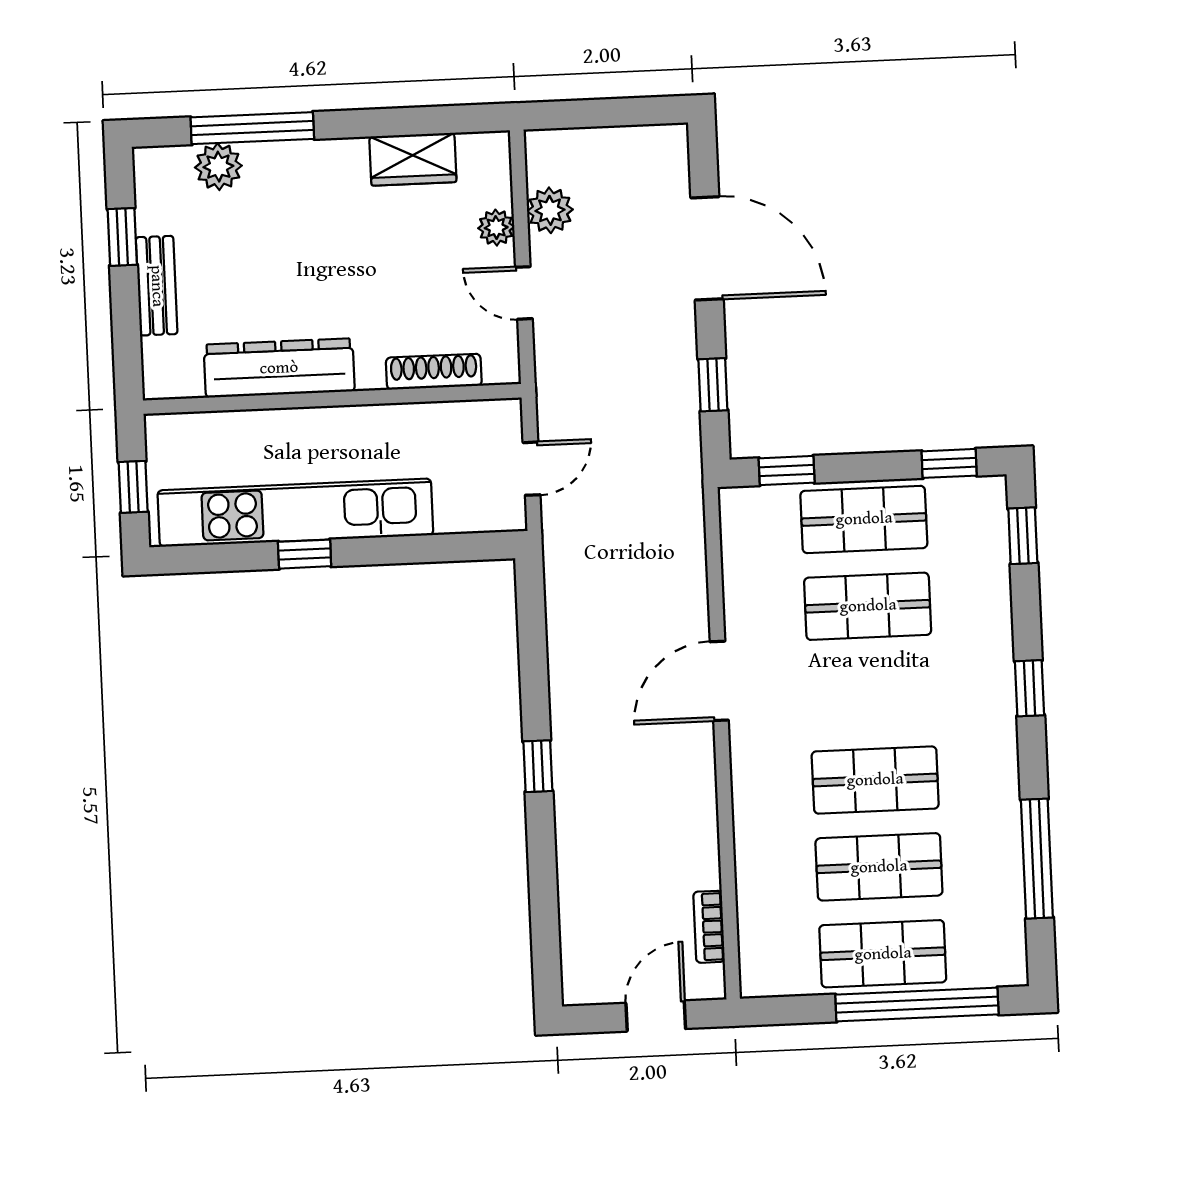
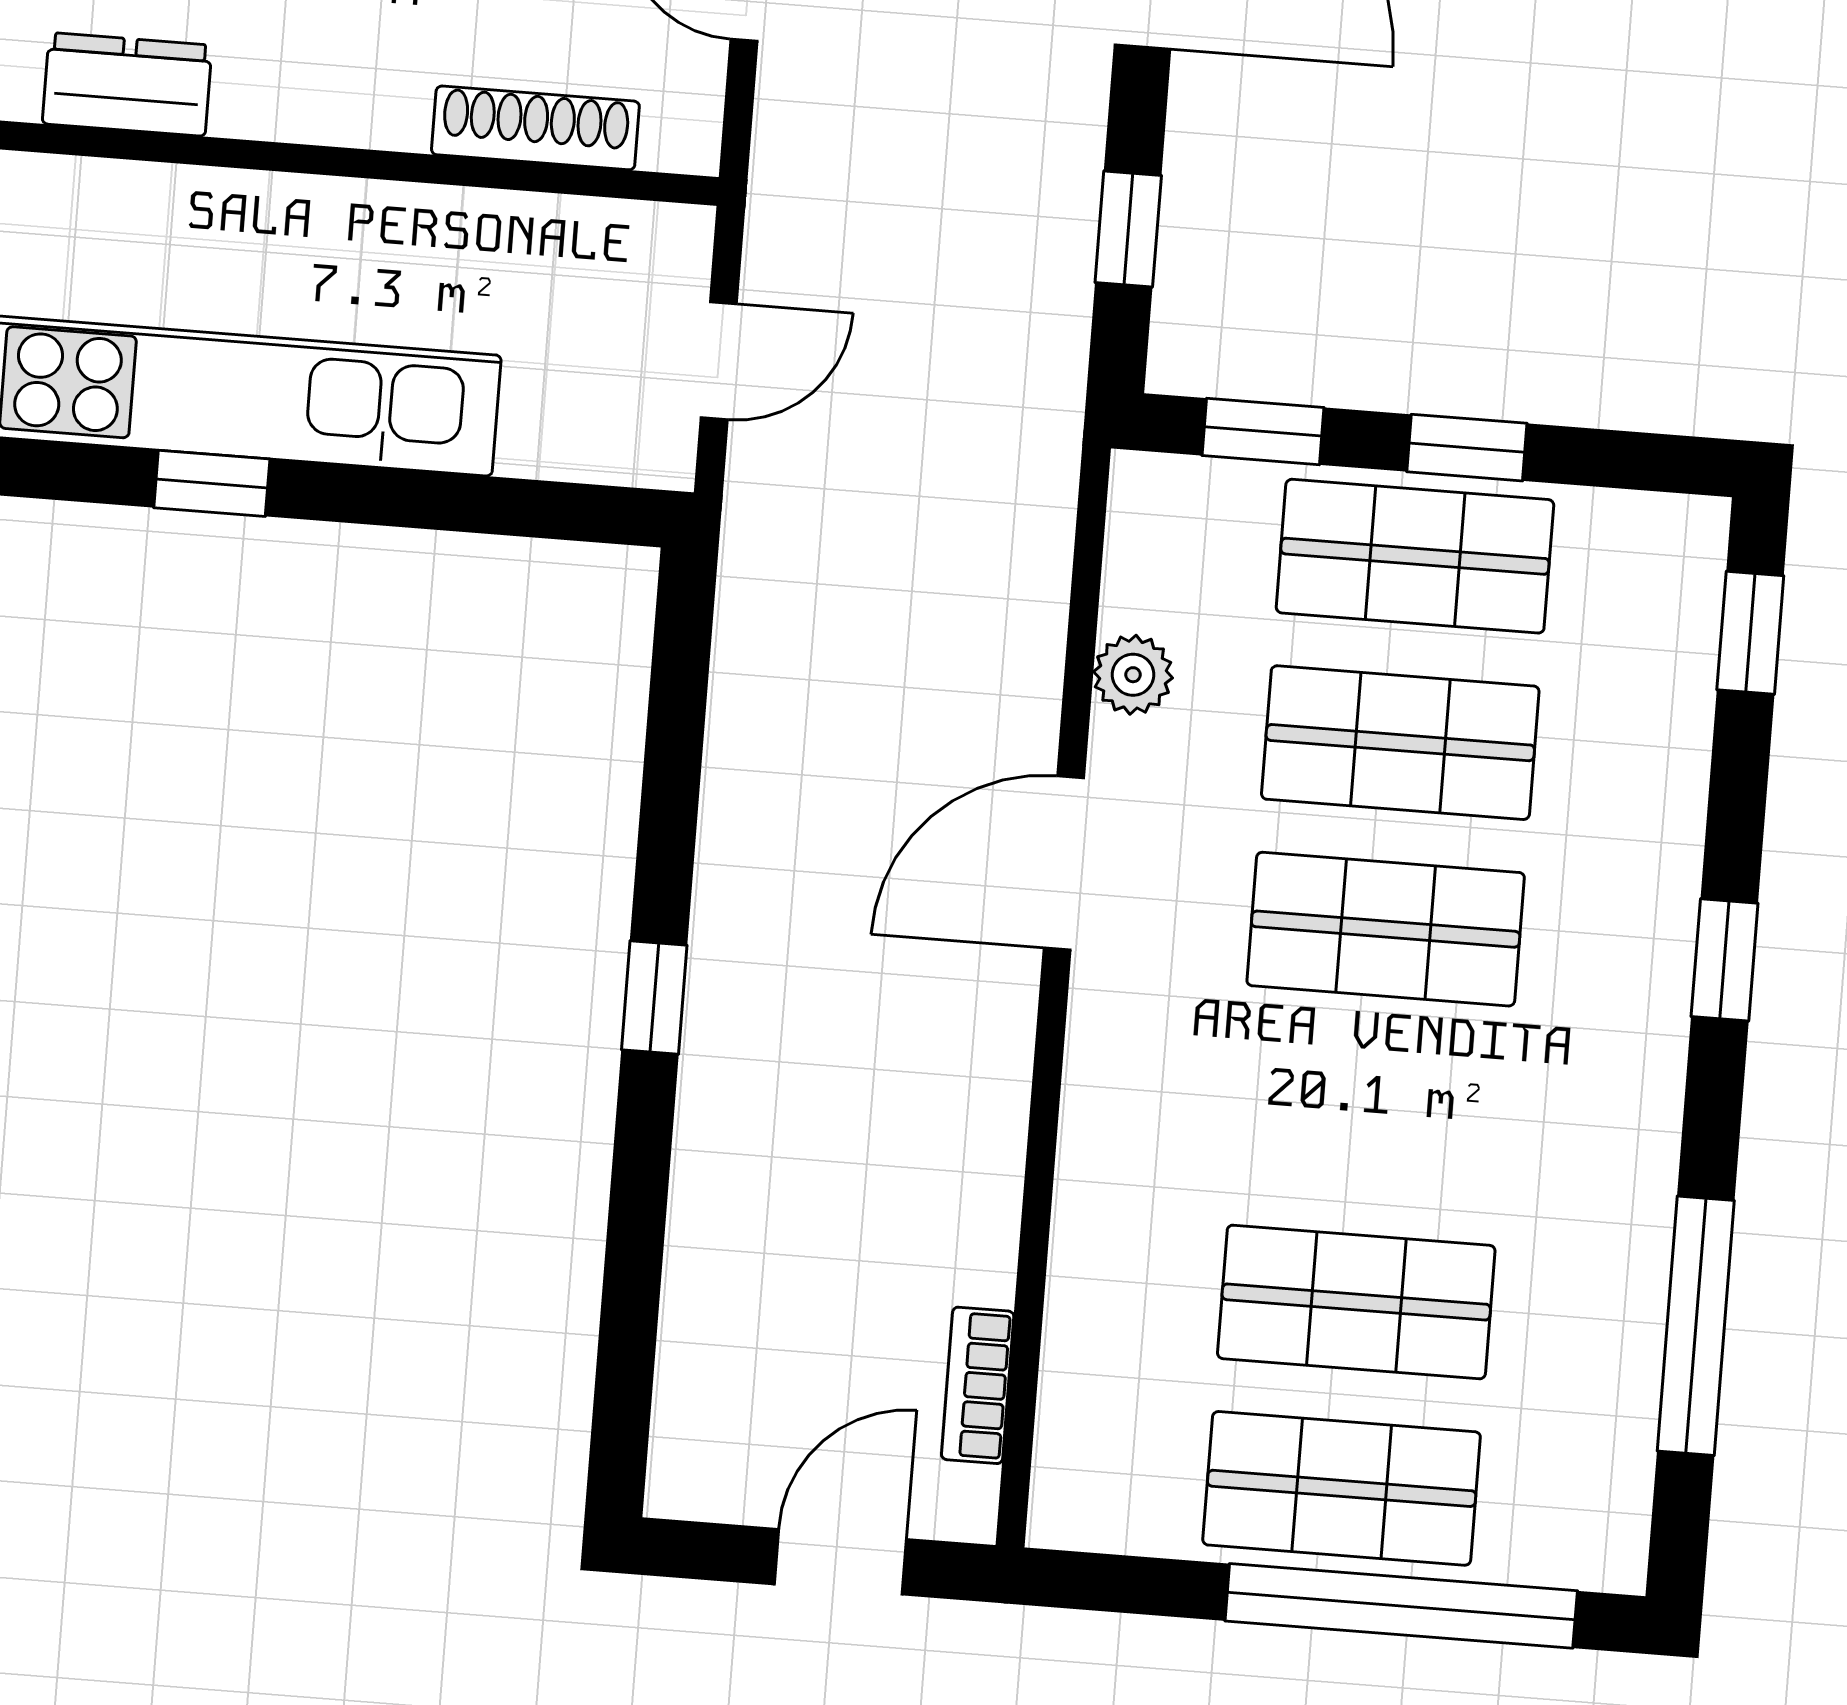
dresser: (279, 368) -> (127, 84), width x0.51, depth x0.80
window: (949, 463) -> (1467, 448), moved
plant: (740, 590) -> (1133, 675), added
shop shelf: (875, 780) -> (1386, 929), moved

